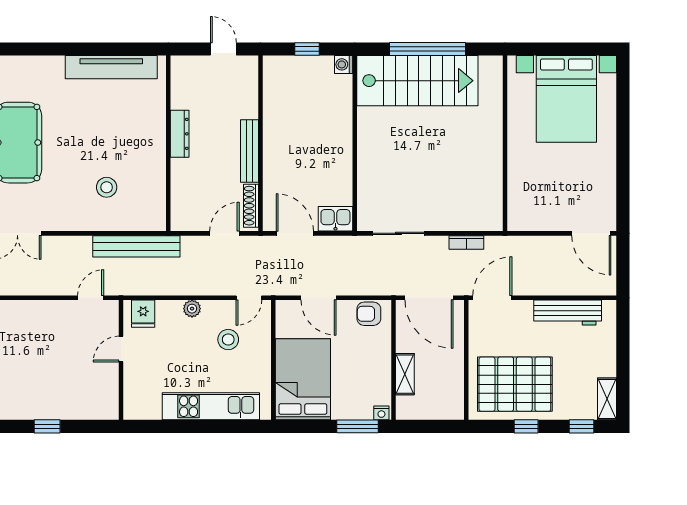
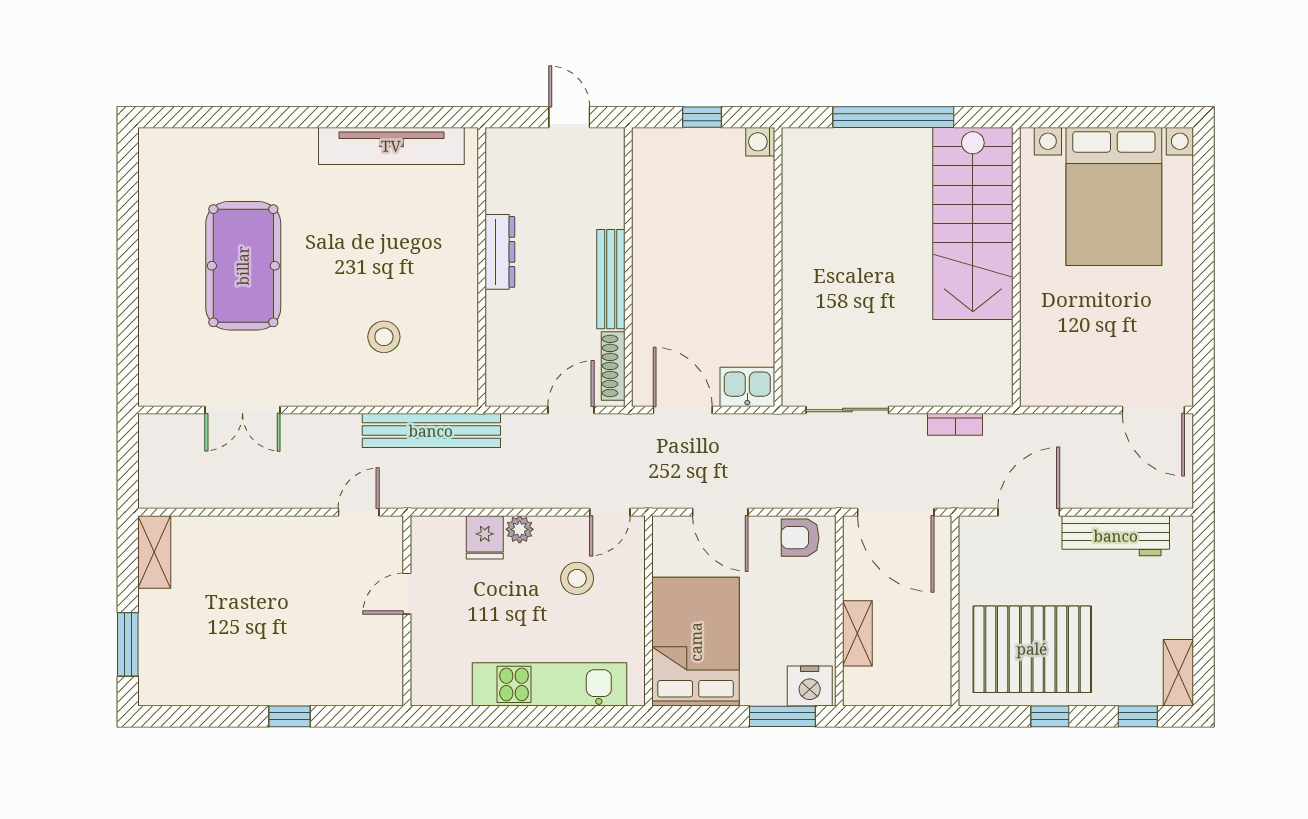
stairs: (417, 81) -> (973, 223), moved, turned 90
door: (492, 298) -> (1029, 512), moved
fridge: (143, 314) -> (485, 537), moved
nightstand: (381, 413) -> (810, 686), width x1.89, depth x1.79

